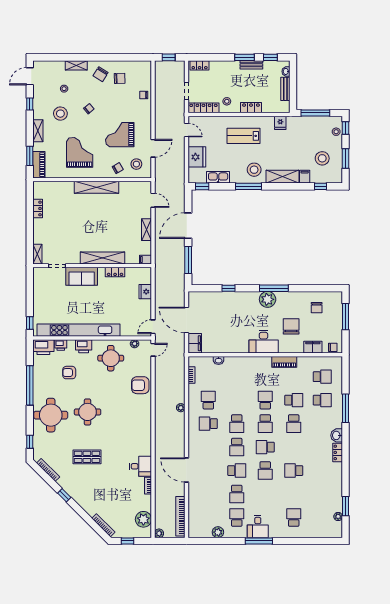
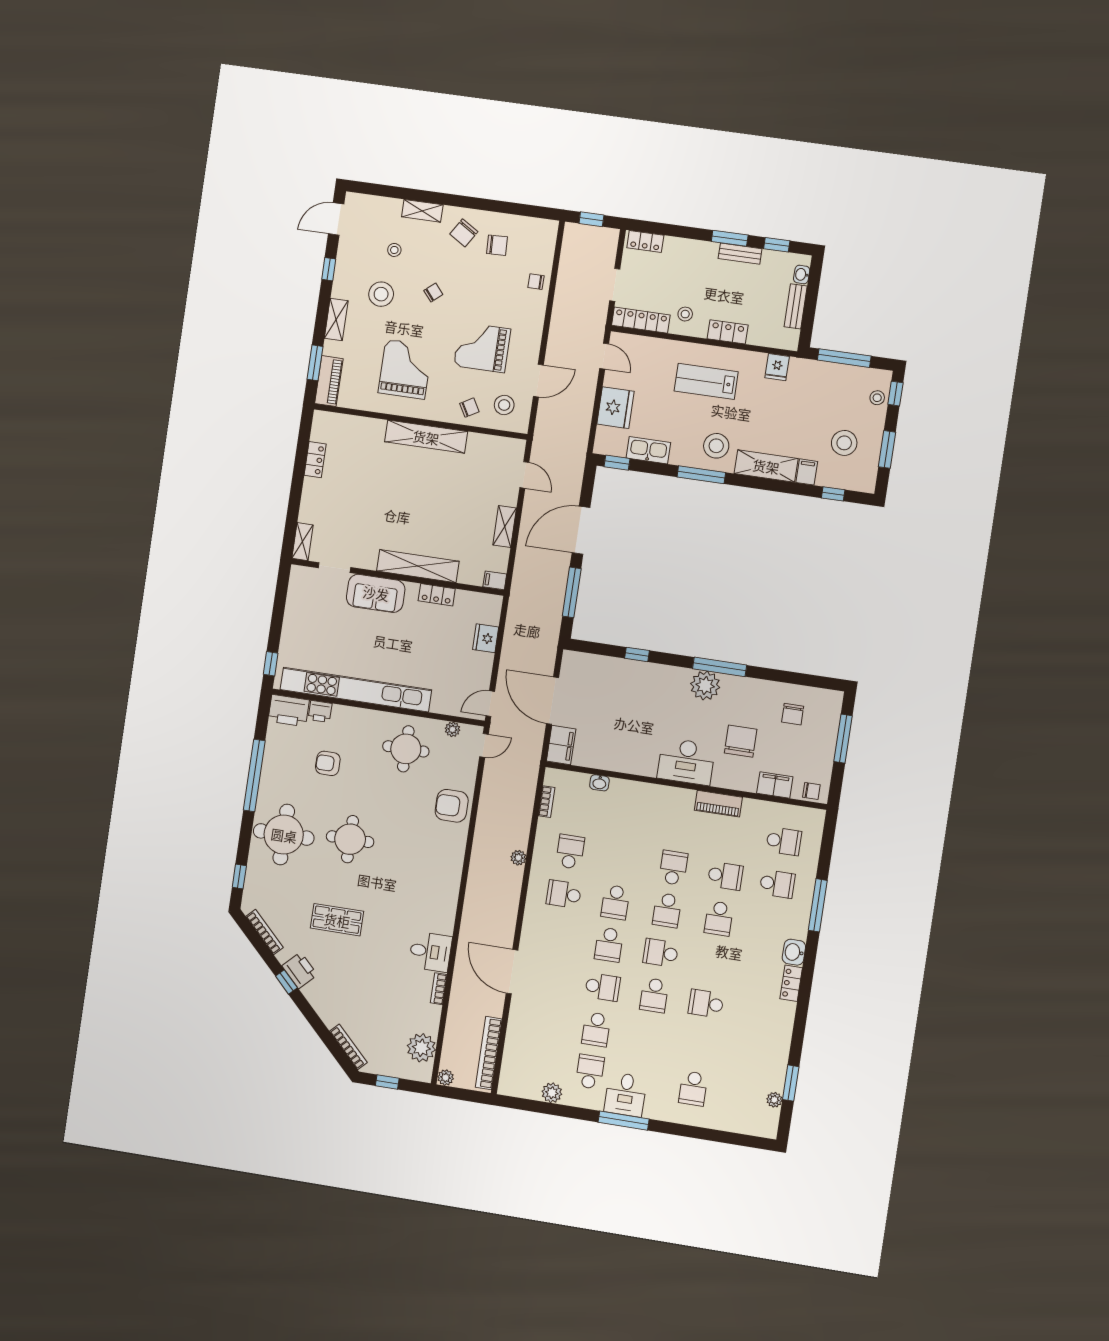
printer: (84, 346) -> (300, 970), moved, turned -135
school desk: (294, 517) -> (693, 1088), turned 180

